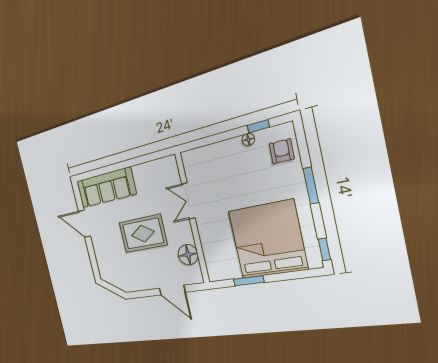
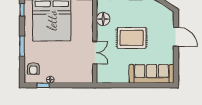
door: (84, 224) -> (176, 37), moved

